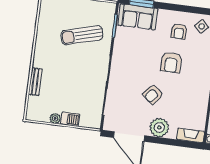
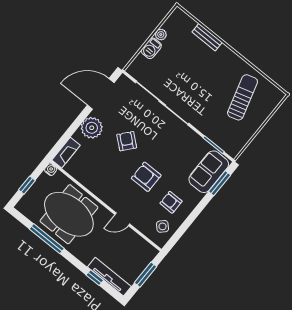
sun lounger: (82, 35) -> (243, 97), moved

